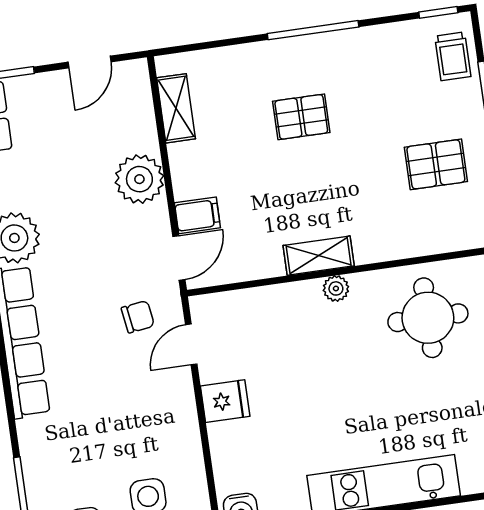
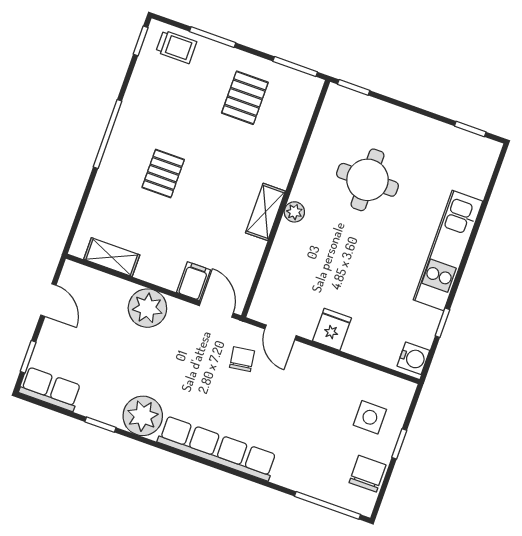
round table: (428, 318) -> (367, 180), moved

